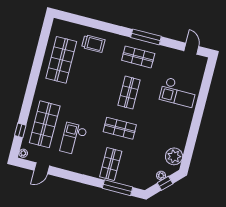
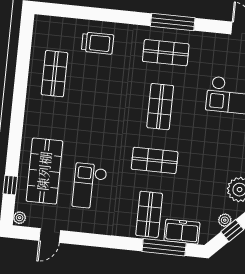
shop shelf: (61, 60) -> (55, 74), width x0.70, depth x0.74
freezer: (131, 179) -> (182, 232), added

